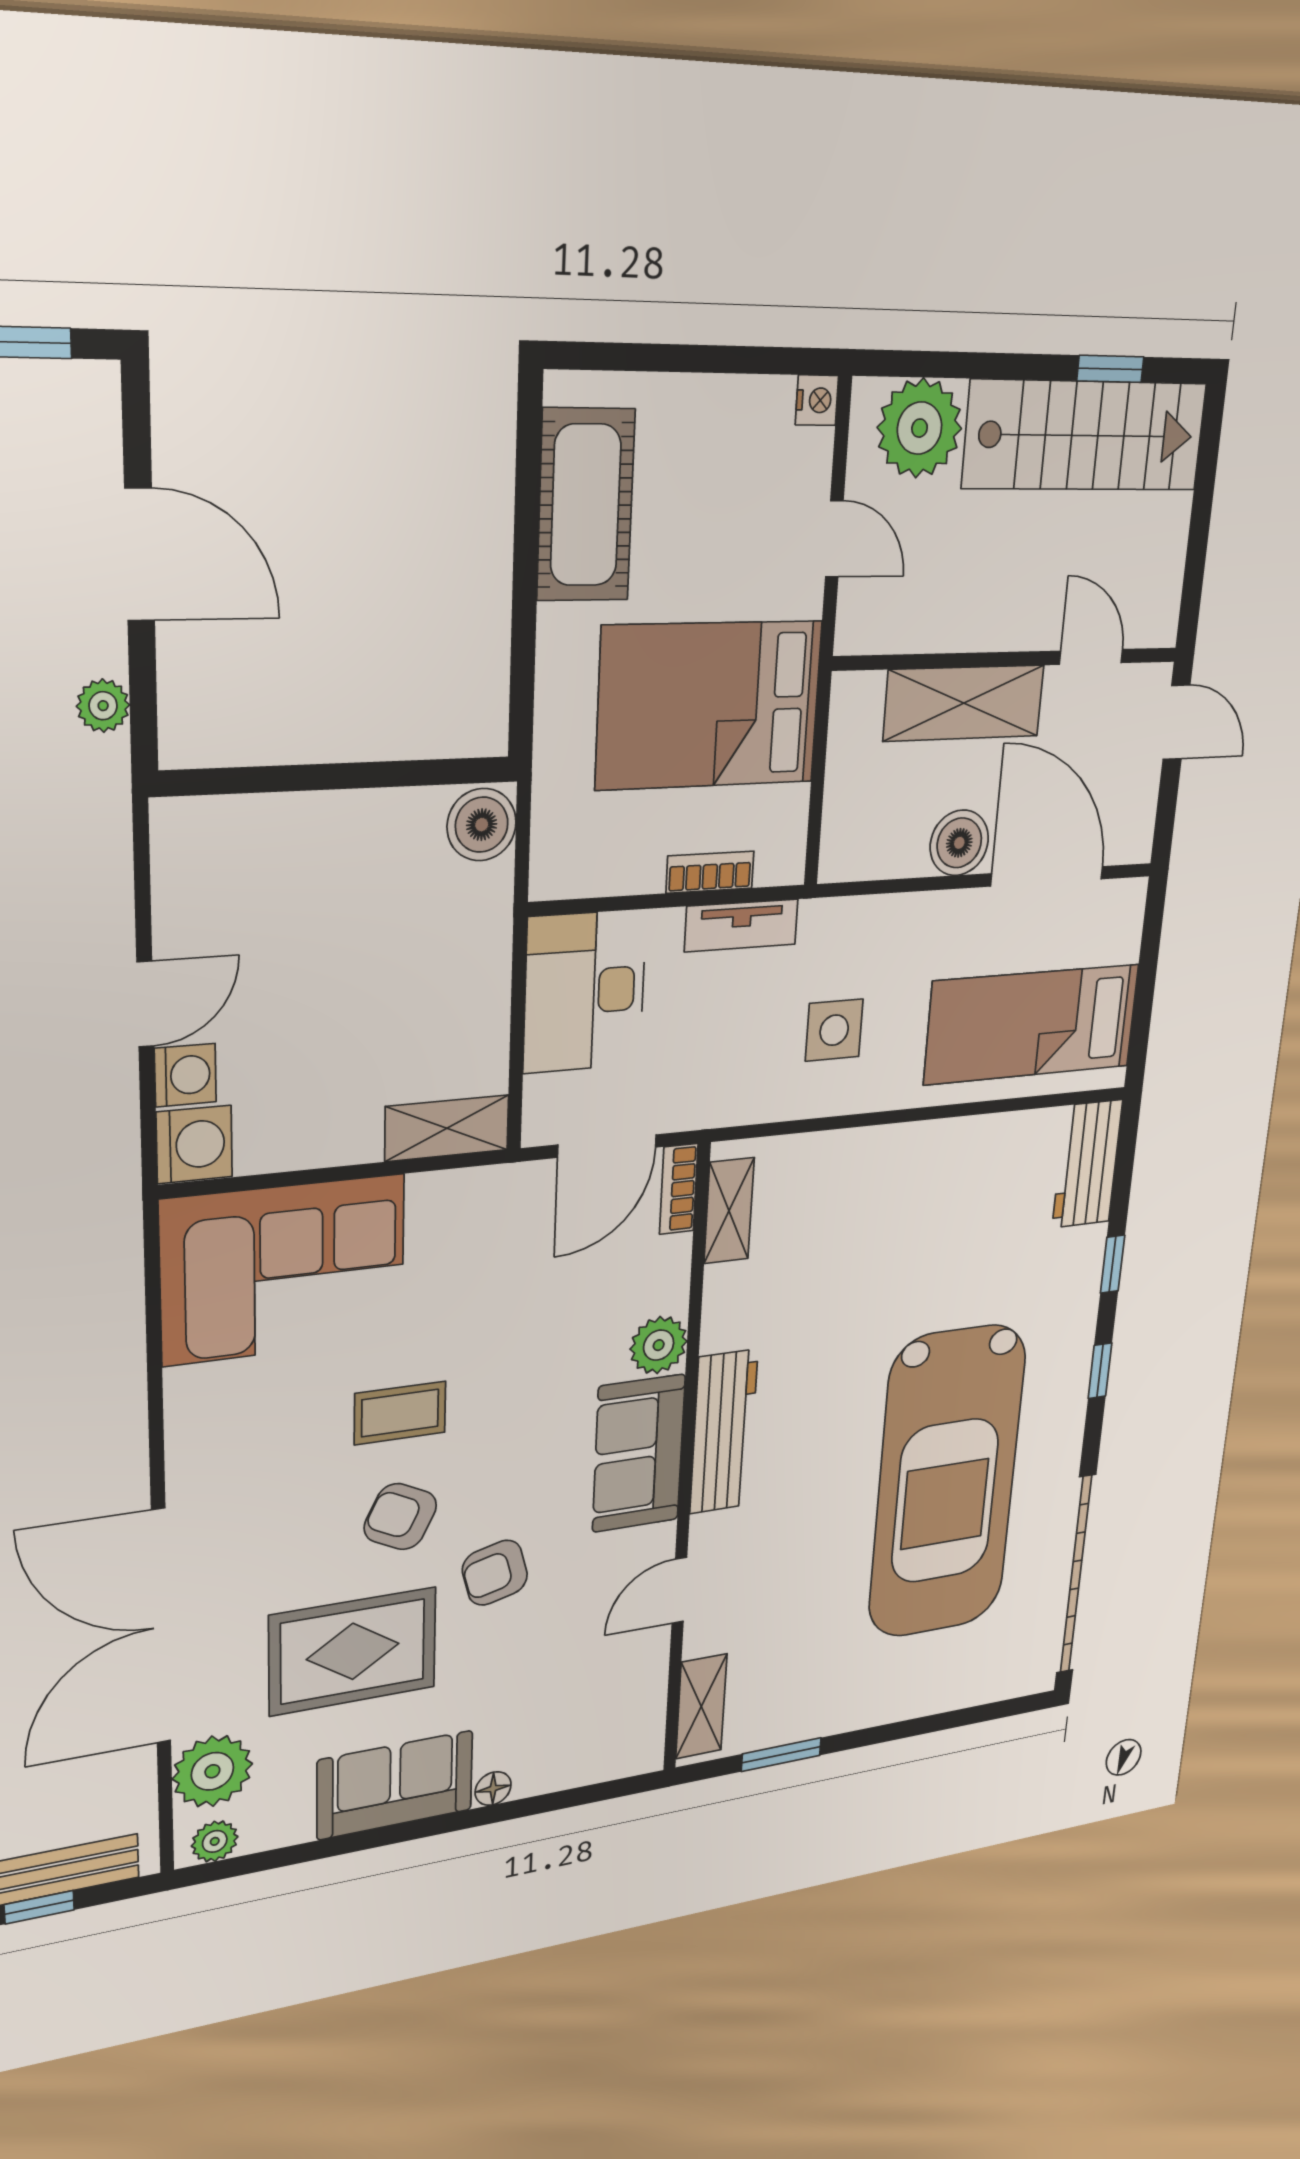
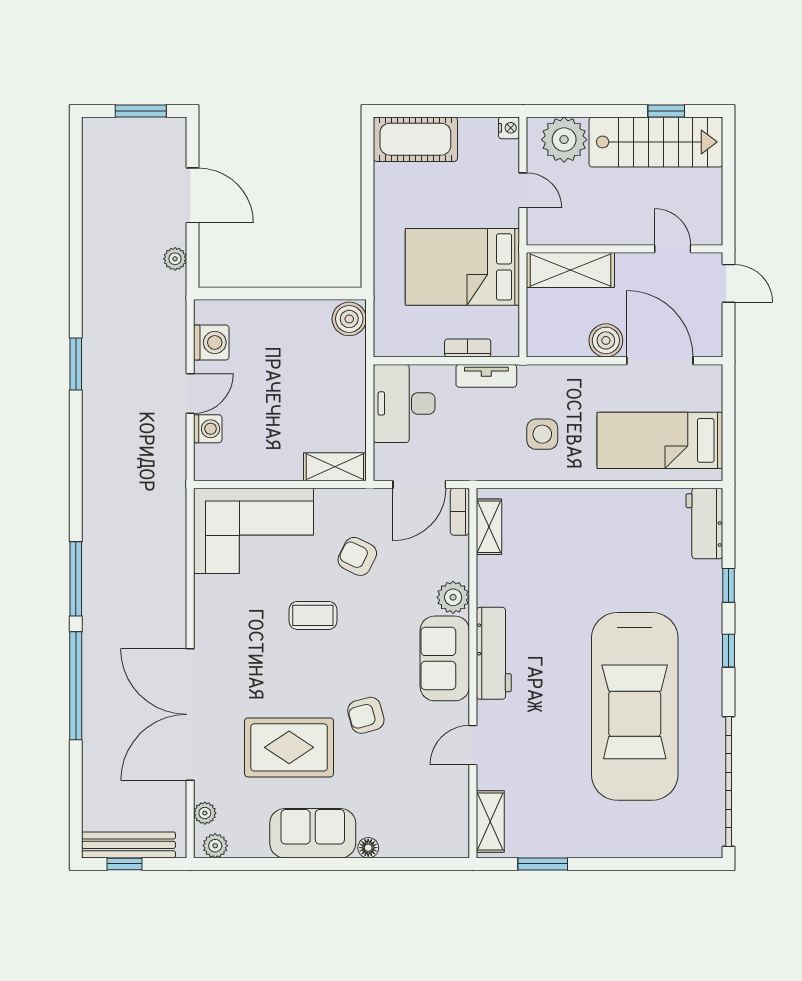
cot: (586, 505) -> (415, 139), moved, turned 90
shelving: (964, 703) -> (570, 270), moved
washing machine: (194, 1145) -> (211, 342), moved
armchair: (400, 1517) -> (357, 556), moved
plant: (212, 1771) -> (205, 813), width x0.53, depth x0.53

